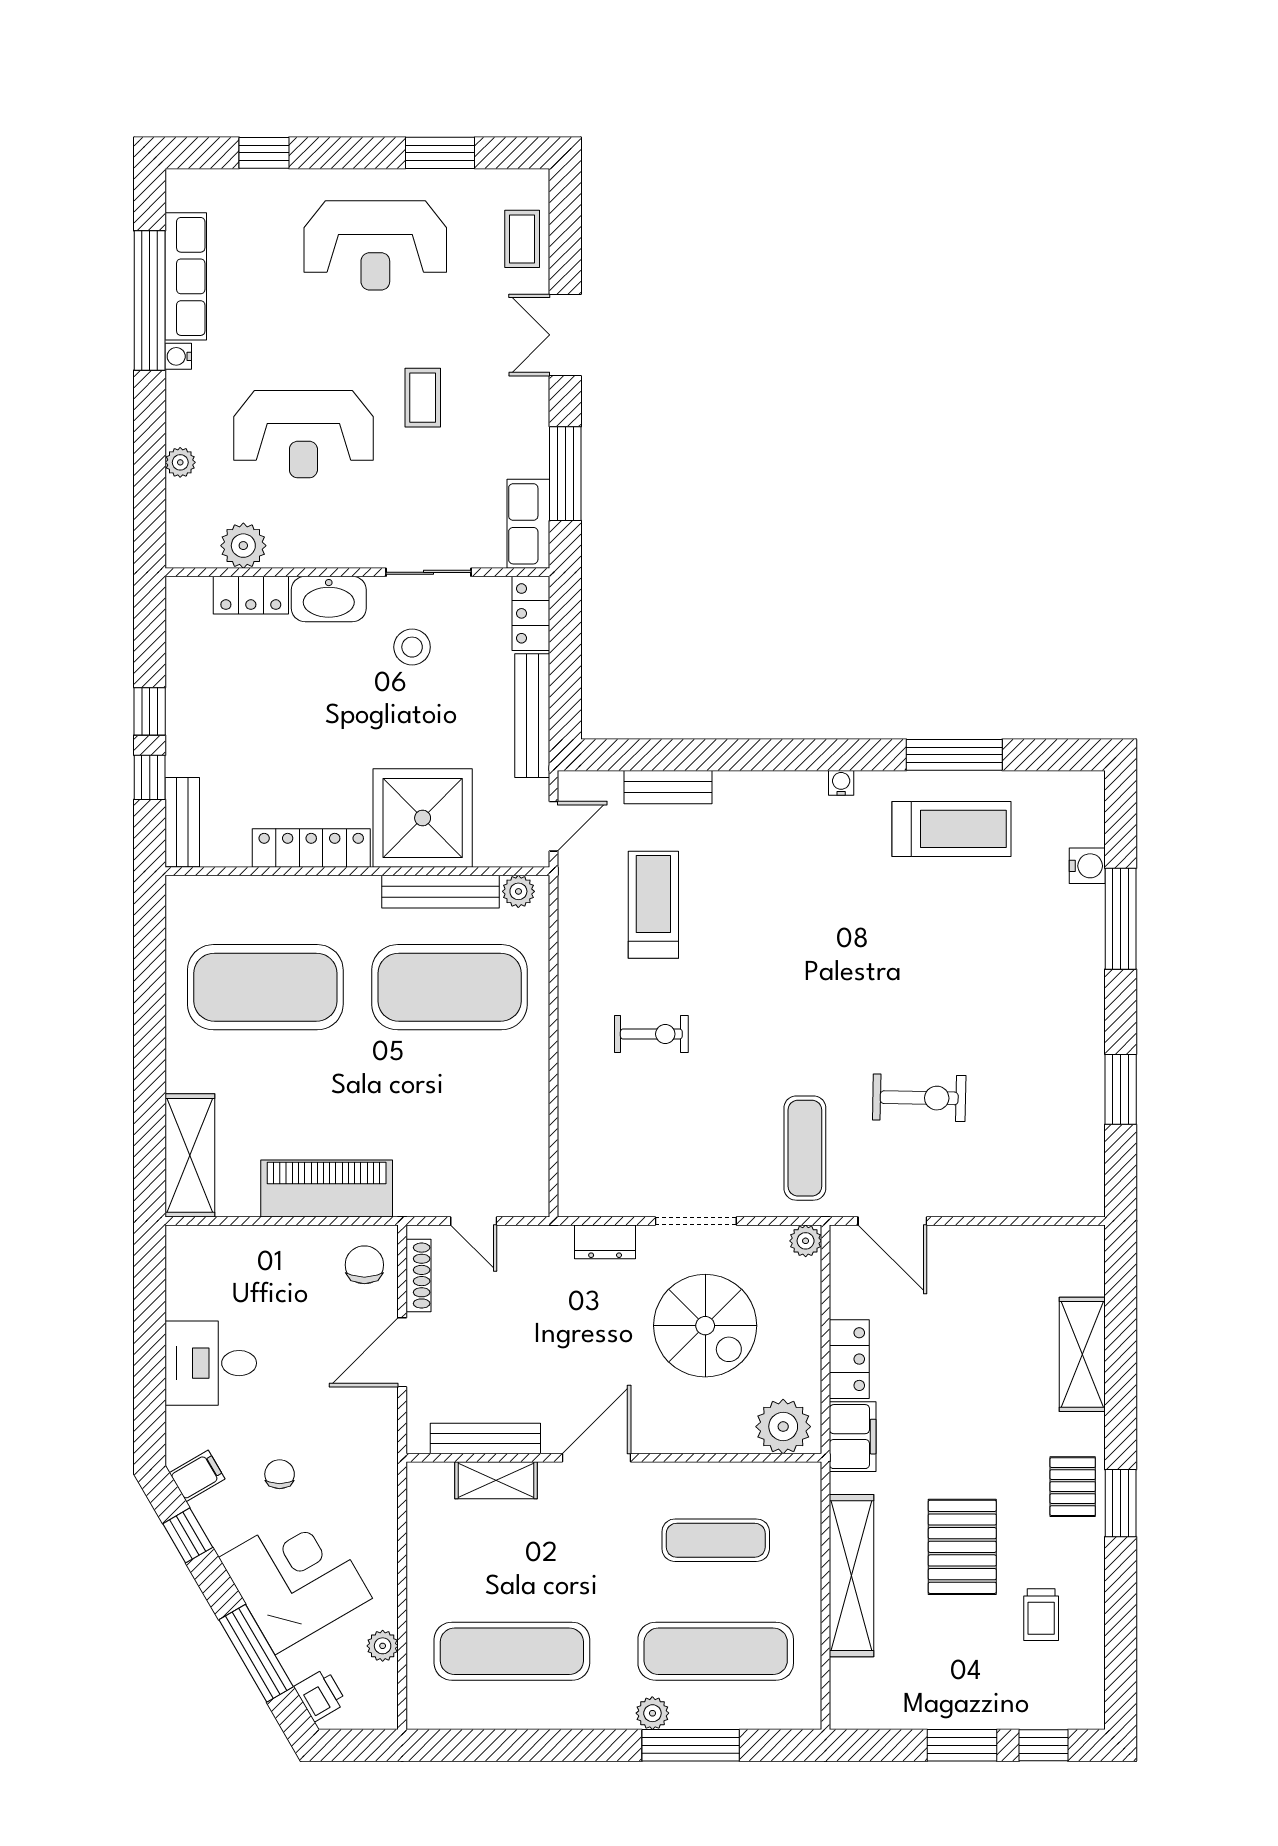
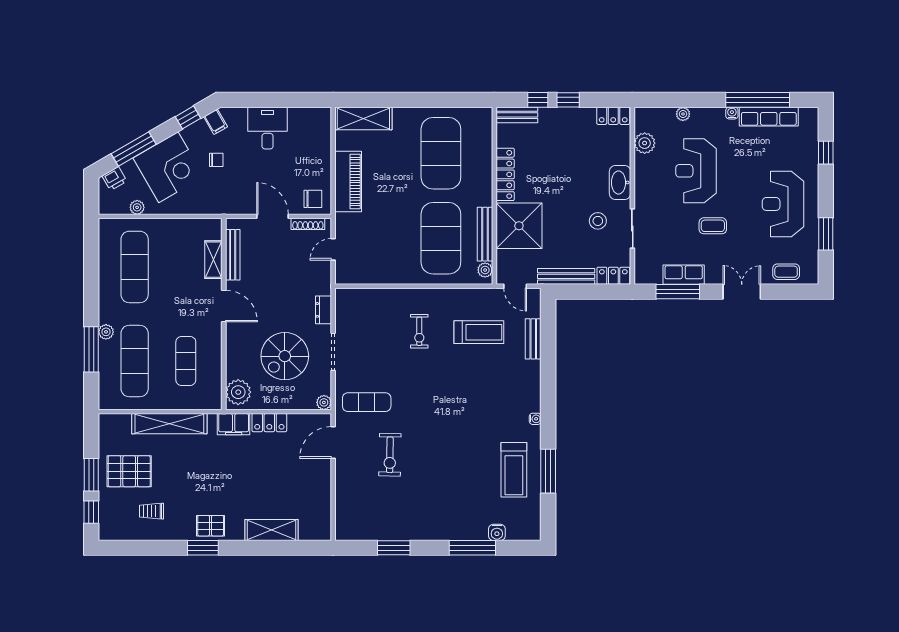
row of seats: (528, 524) -> (684, 275), moved
locker: (251, 595) -> (613, 116), moved, turned -90
pallet: (962, 1547) -> (129, 471), moved

